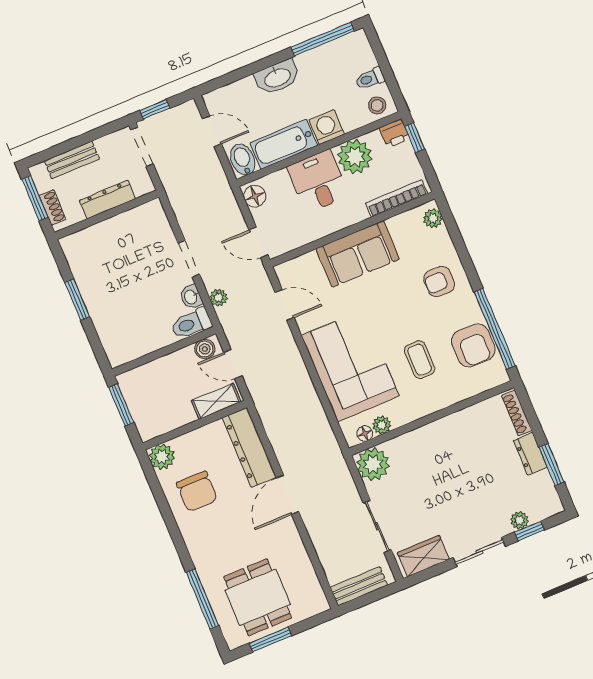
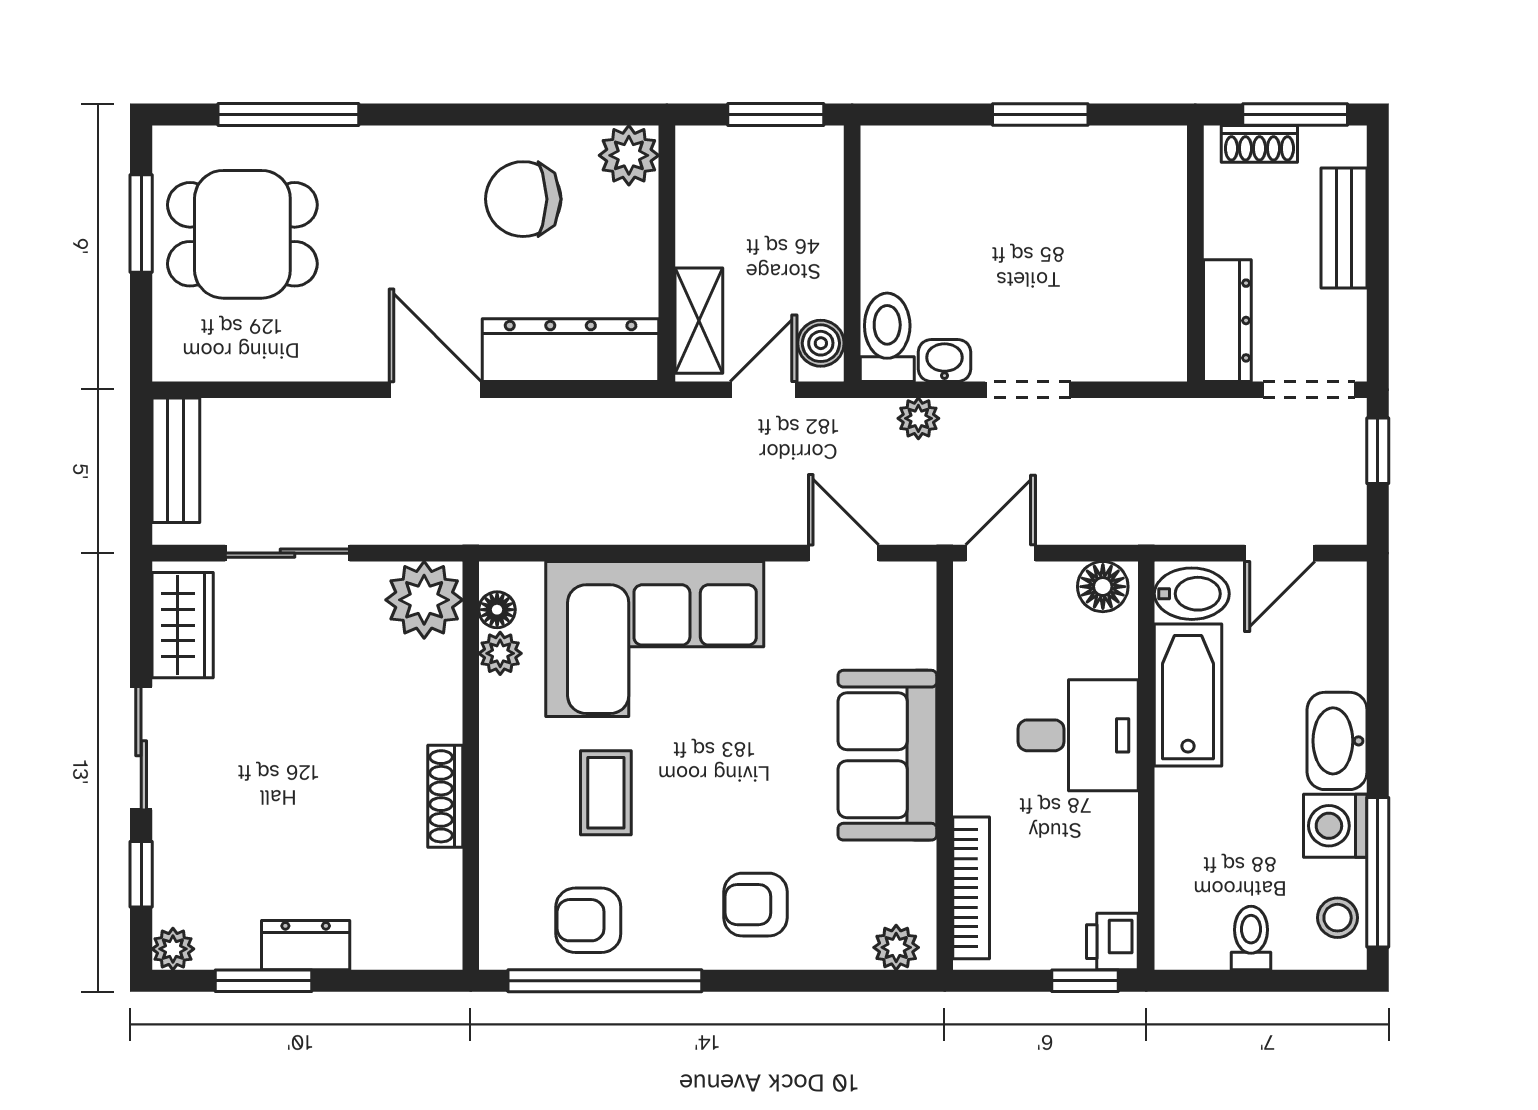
stool: (377, 105) -> (1338, 918), moved
washing machine: (327, 127) -> (1335, 826), moved, turned 180
plant: (355, 157) -> (1098, 836), removed
dresser: (108, 199) -> (1227, 321), moved
armchair: (439, 281) -> (755, 905), turned -90
door: (285, 305) -> (843, 553), swing flipped
armchair: (473, 345) -> (588, 920), width x0.72, depth x0.72
coffee table: (420, 360) -> (606, 793), turned 90
shoe rack: (517, 413) -> (445, 796), moved, turned -90
plant: (520, 520) -> (173, 949), moved

